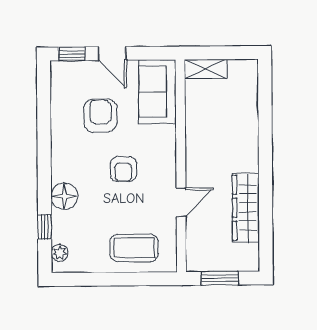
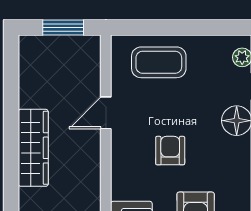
wardrobe: (246, 208) -> (33, 148), moved

